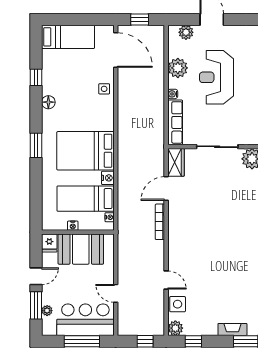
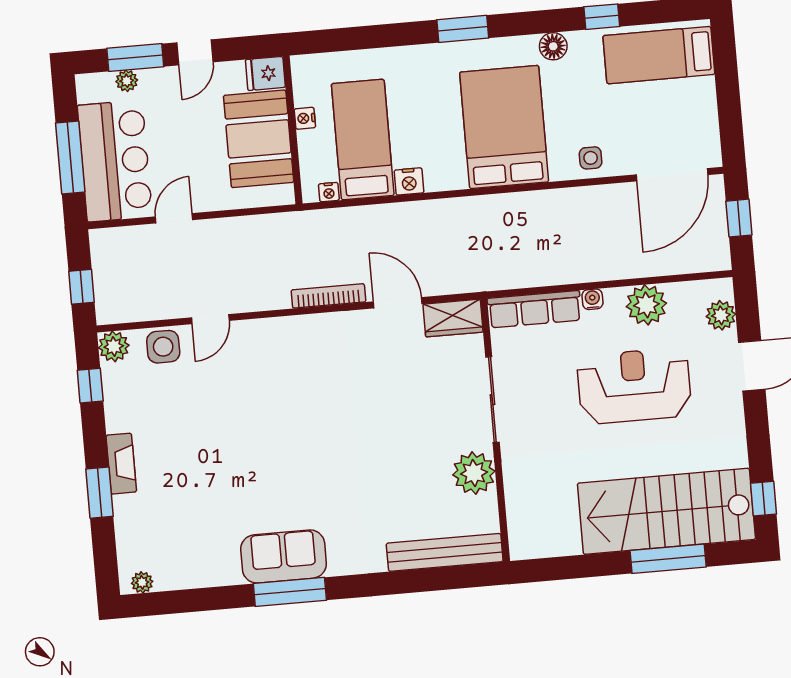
bed: (68, 37) -> (659, 55), moved, turned 90
bed: (85, 151) -> (504, 127), moved
door: (36, 276) -> (195, 52), hinge flipped

